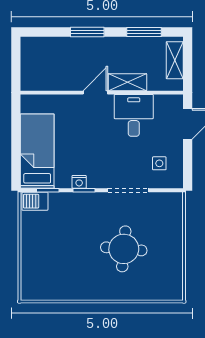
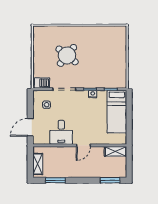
window: (87, 32) -> (110, 180), moved
shelving: (127, 82) -> (116, 151), moved
barbecue: (35, 201) -> (42, 83), moved
round table: (124, 249) -> (67, 55), turned 34

